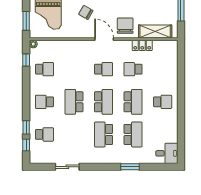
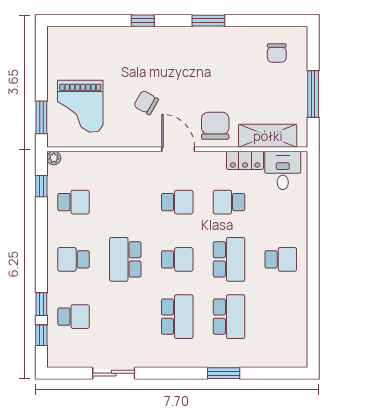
school desk: (104, 102) -> (177, 259), width x0.54
school desk: (104, 134) -> (177, 317), turned 180
desk: (167, 153) -> (283, 170), moved, turned -90

